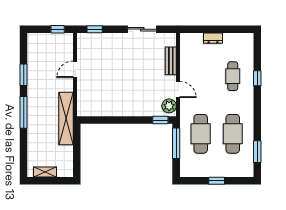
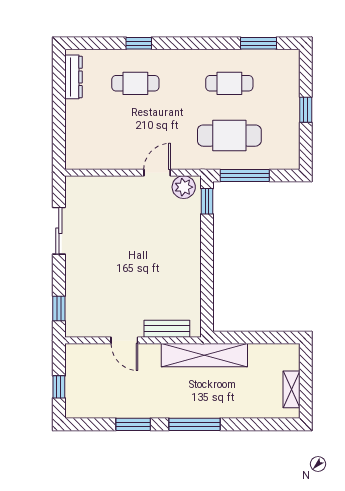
window: (58, 29) -> (59, 387), moved
dresser: (213, 38) -> (73, 77), moved, width x1.44
bench: (171, 61) -> (167, 329), moved
cafe table: (233, 134) -> (229, 83), width x0.73, depth x0.74

